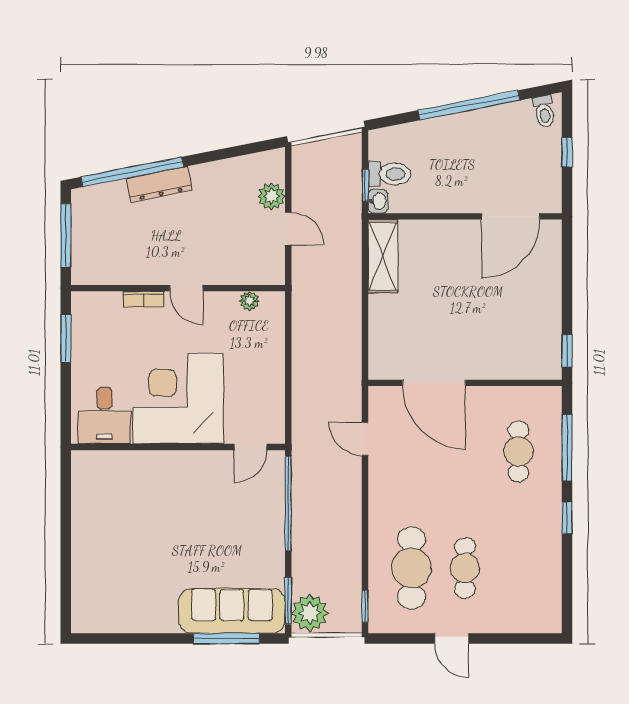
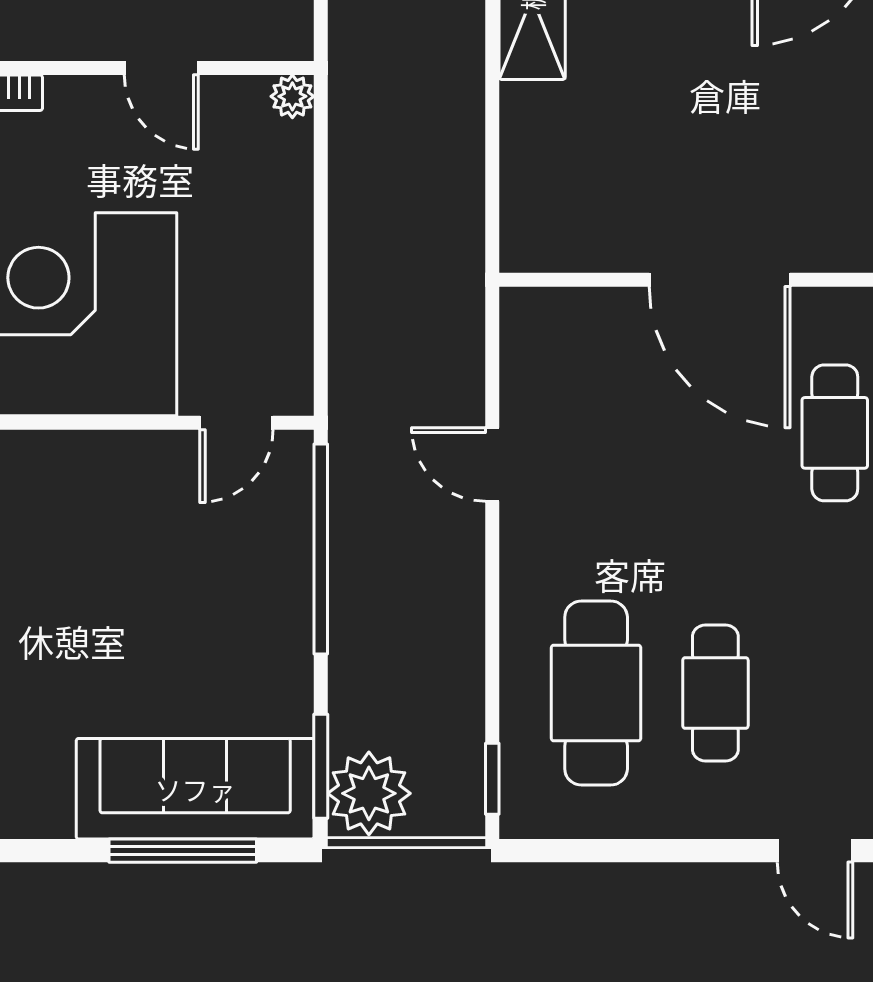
door: (186, 288) -> (161, 68), moved
plant: (249, 301) -> (292, 96), moved
door: (434, 383) -> (720, 280), moved
door: (365, 439) -> (492, 464), moved
door: (452, 639) -> (815, 851), moved

